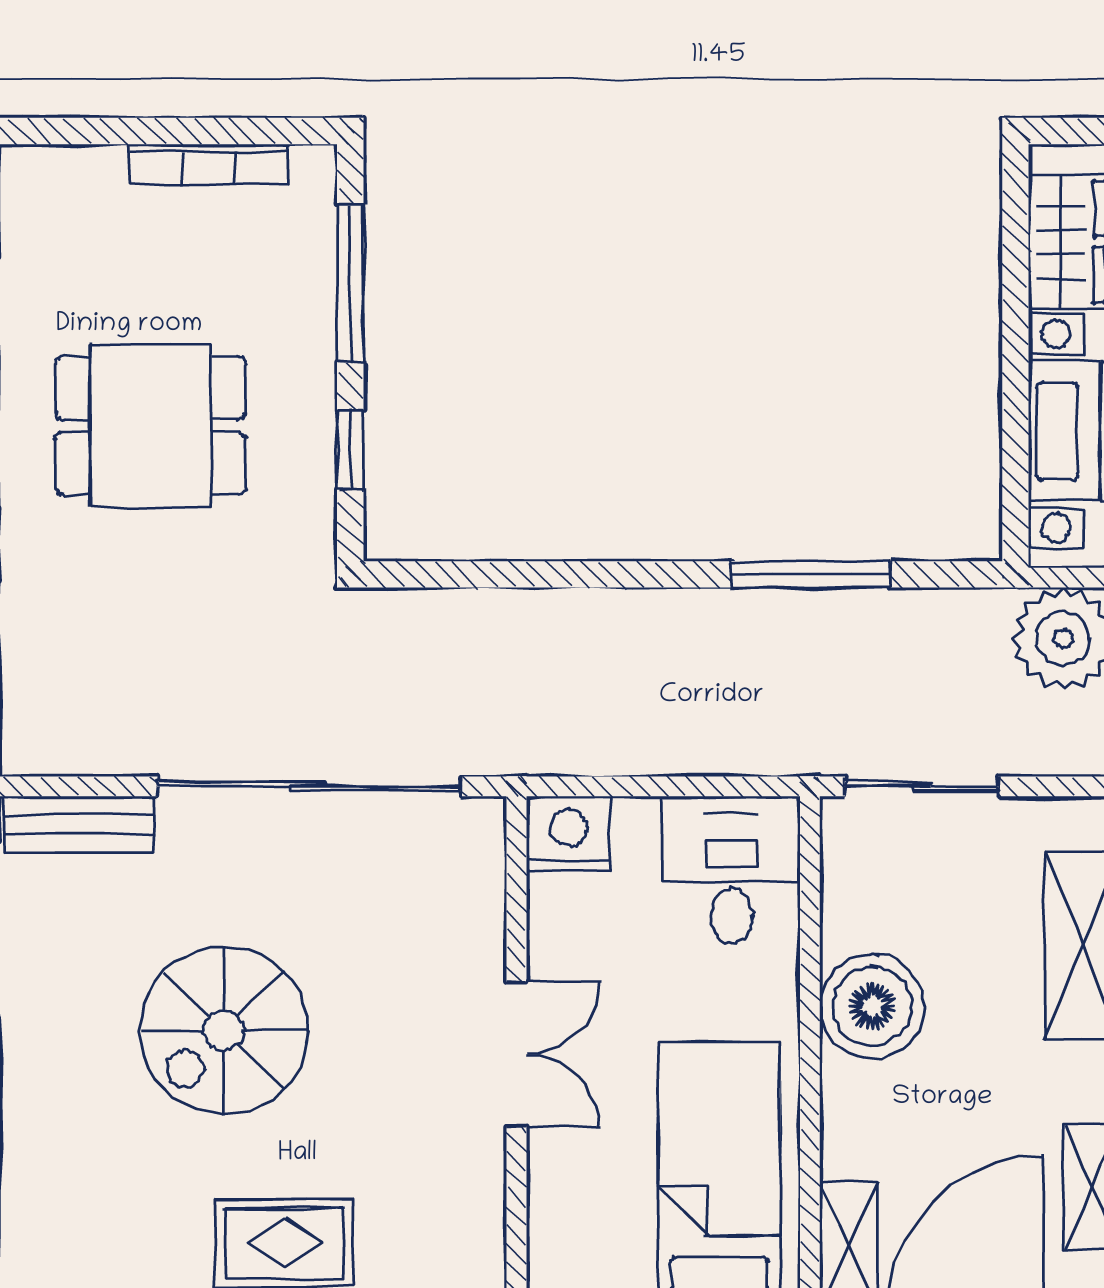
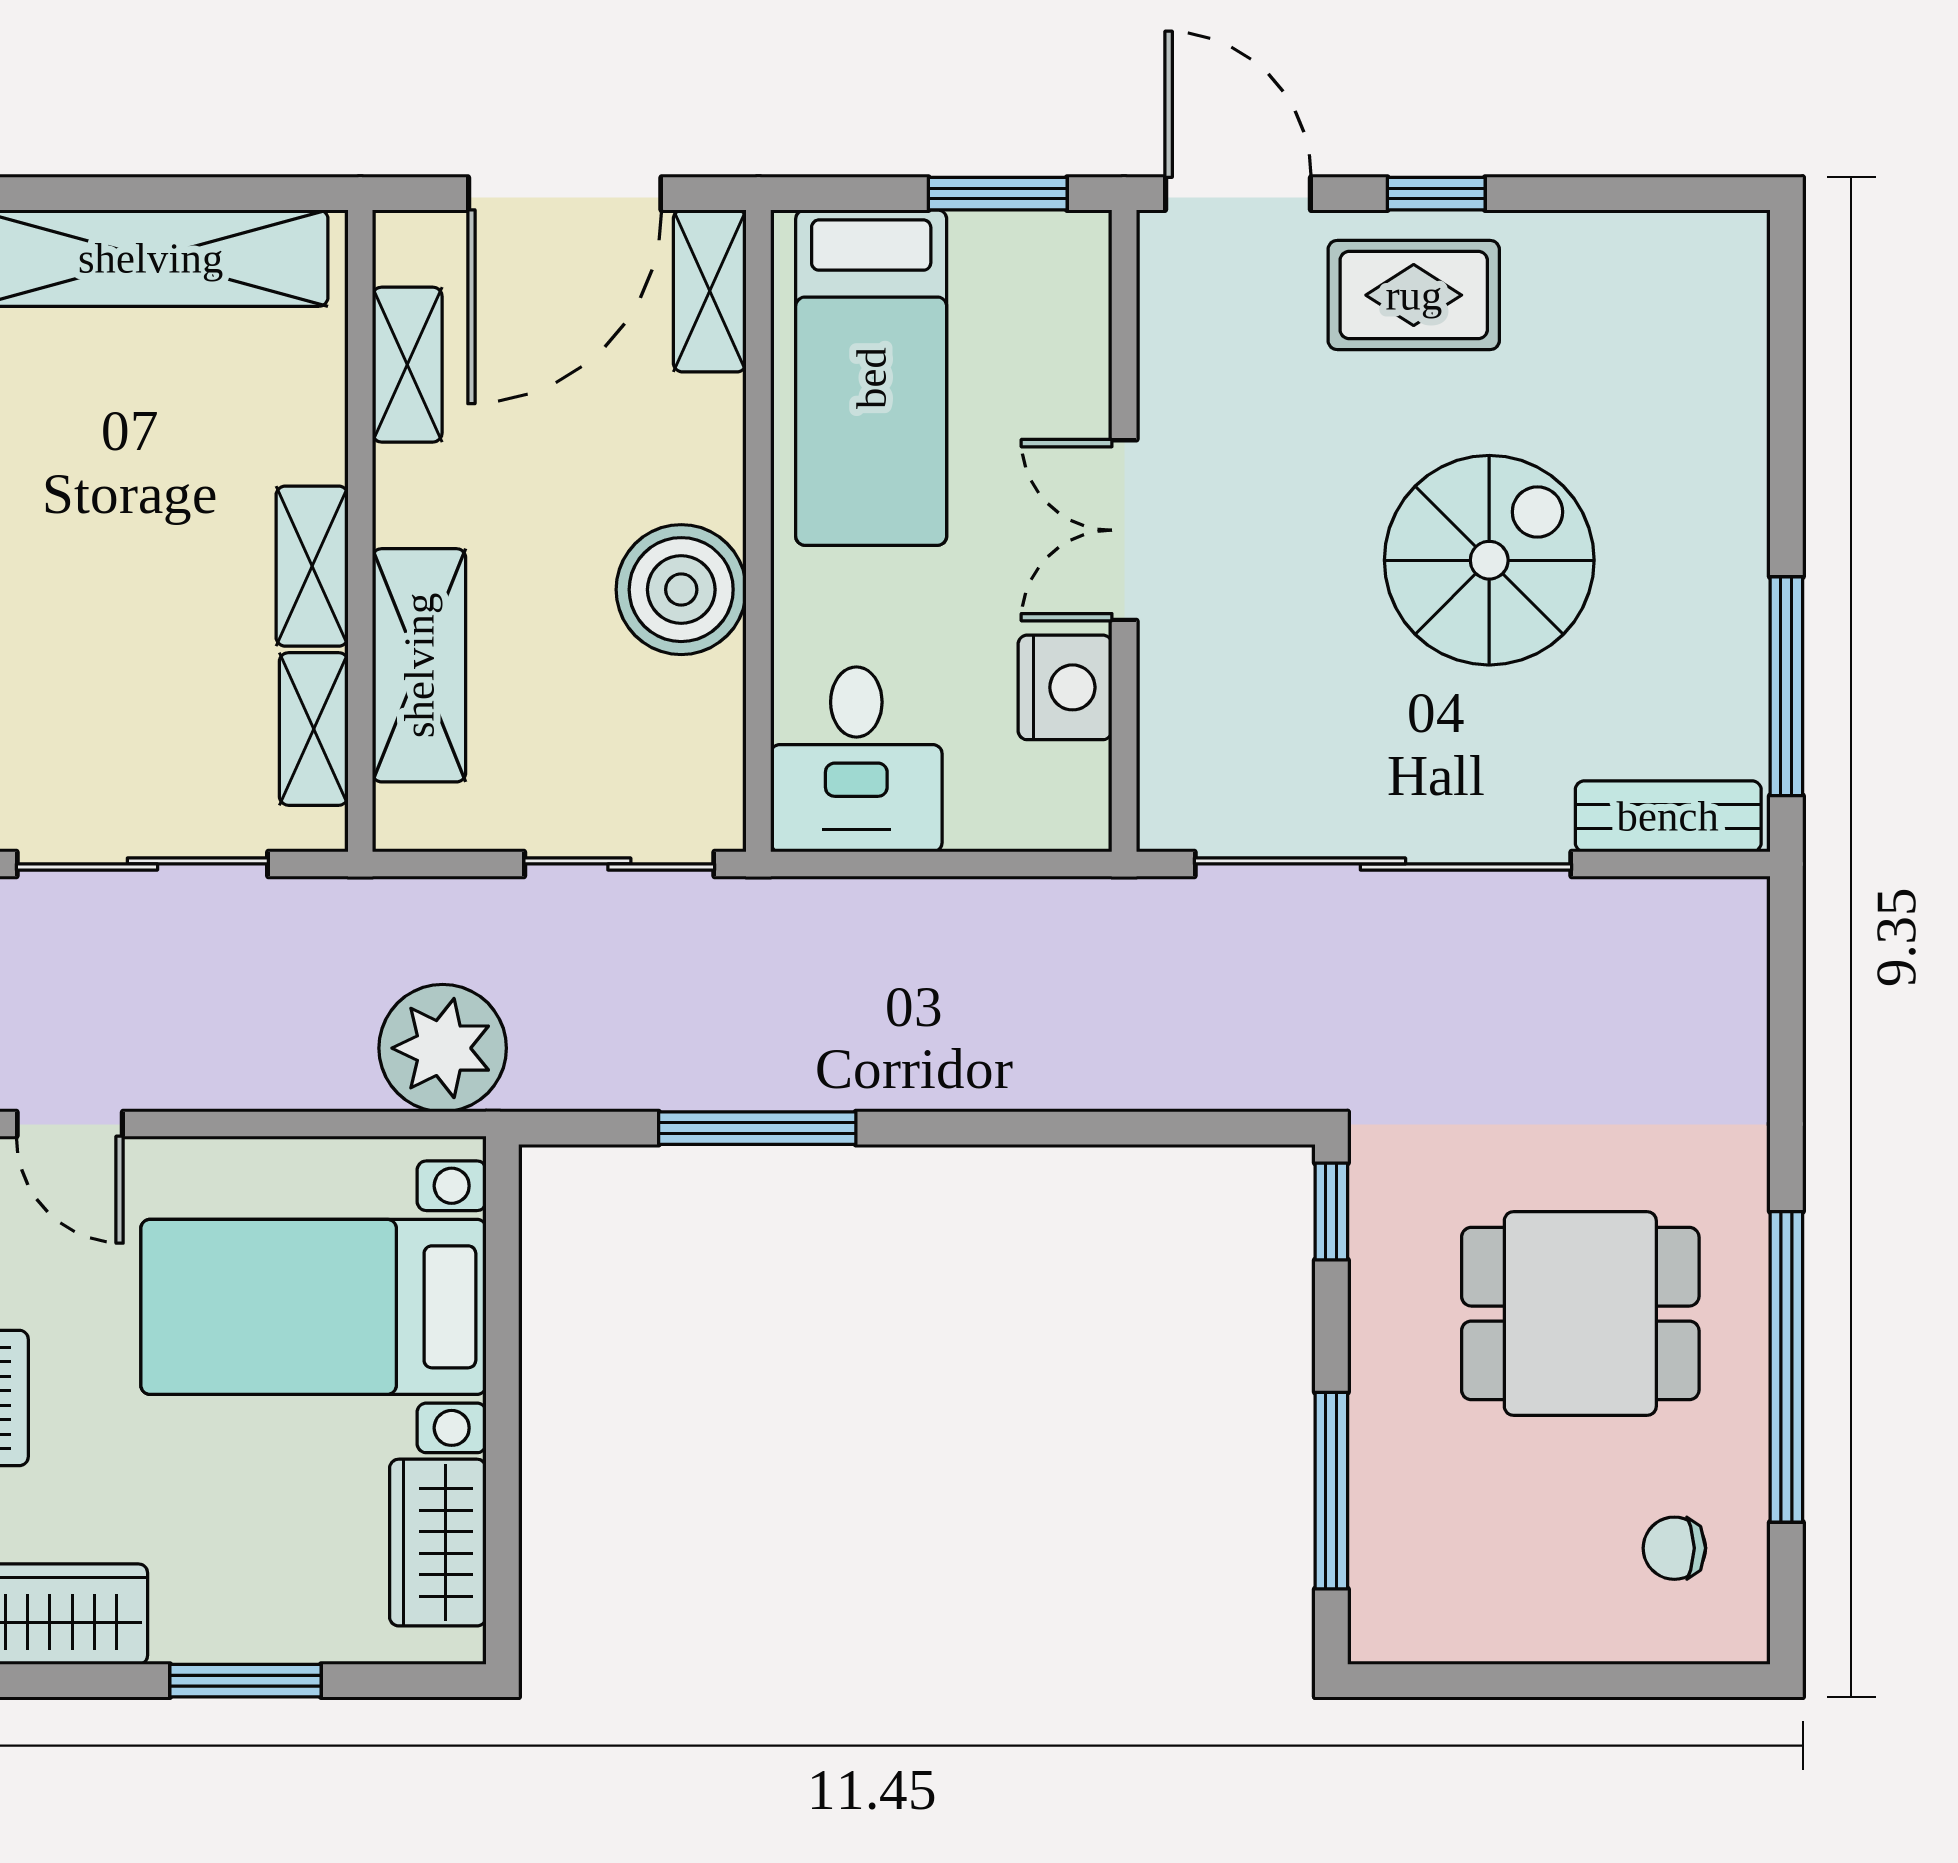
bookcase: (209, 164) -> (1507, 1639), removed
chair: (75, 237) -> (1674, 1548), added
window: (350, 450) -> (1331, 1212), moved
nightstand: (568, 834) -> (1065, 687), moved, turned -90

